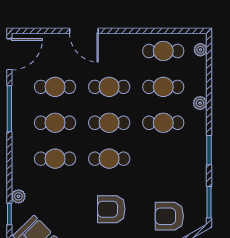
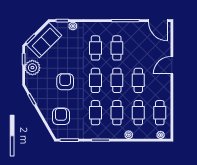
cafe table: (55, 87) -> (95, 113), moved

